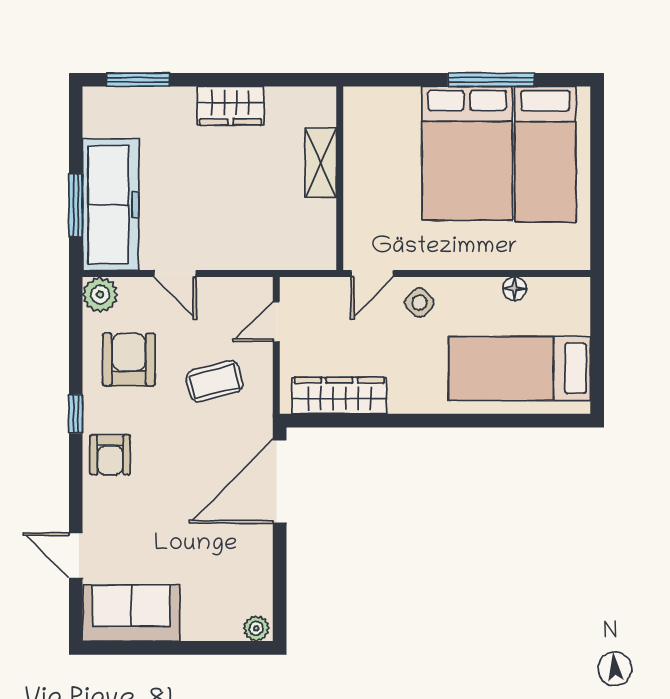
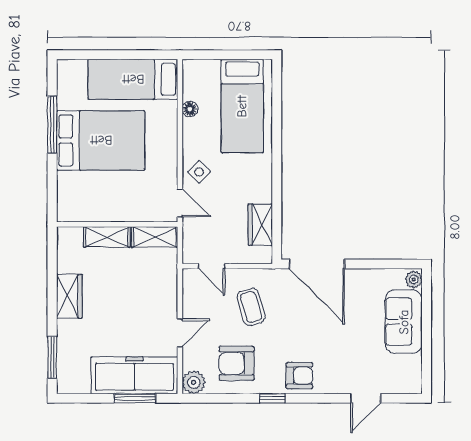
bed: (545, 154) -> (133, 79), moved, turned 180
shelving: (321, 235) -> (155, 237), added
wardrobe: (339, 396) -> (260, 225), width x0.67
sofa: (131, 613) -> (404, 322), moved

